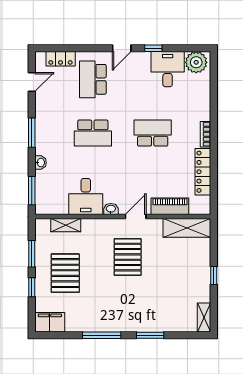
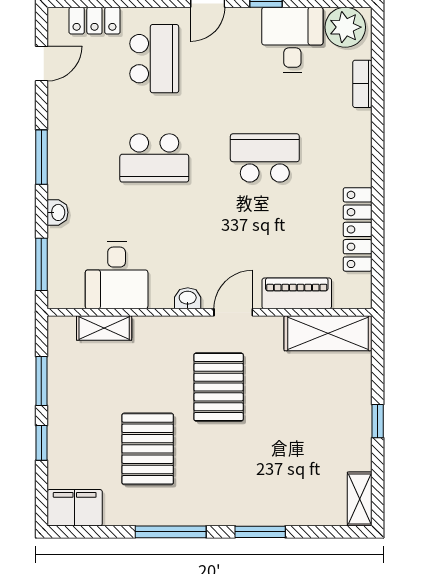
school desk: (93, 79) -> (154, 59), turned 180
bookcase: (205, 134) -> (362, 84), moved
desk: (86, 197) -> (117, 275), moved
pallet: (65, 273) -> (148, 449), moved

